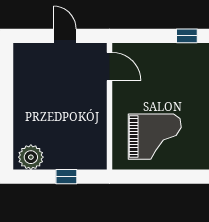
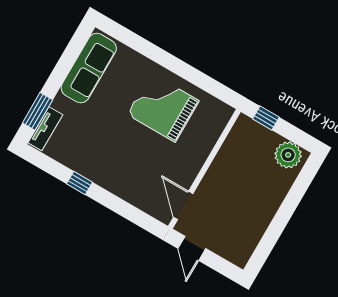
door: (110, 67) -> (183, 205), moved
wall: (110, 106) -> (204, 169), moved

